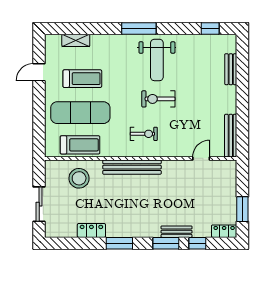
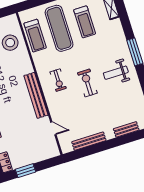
weight bench: (157, 60) -> (116, 73), width x0.73, depth x0.75
bench: (231, 136) -> (89, 141), moved
bench: (132, 167) -> (36, 95), moved

